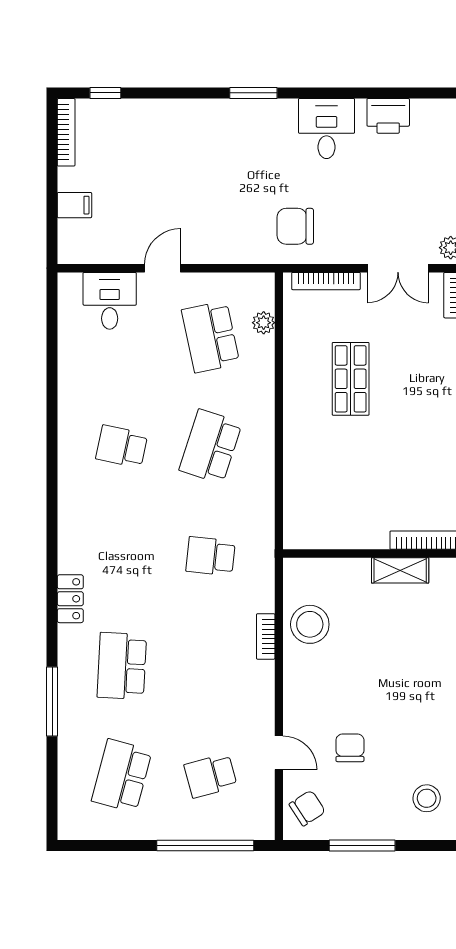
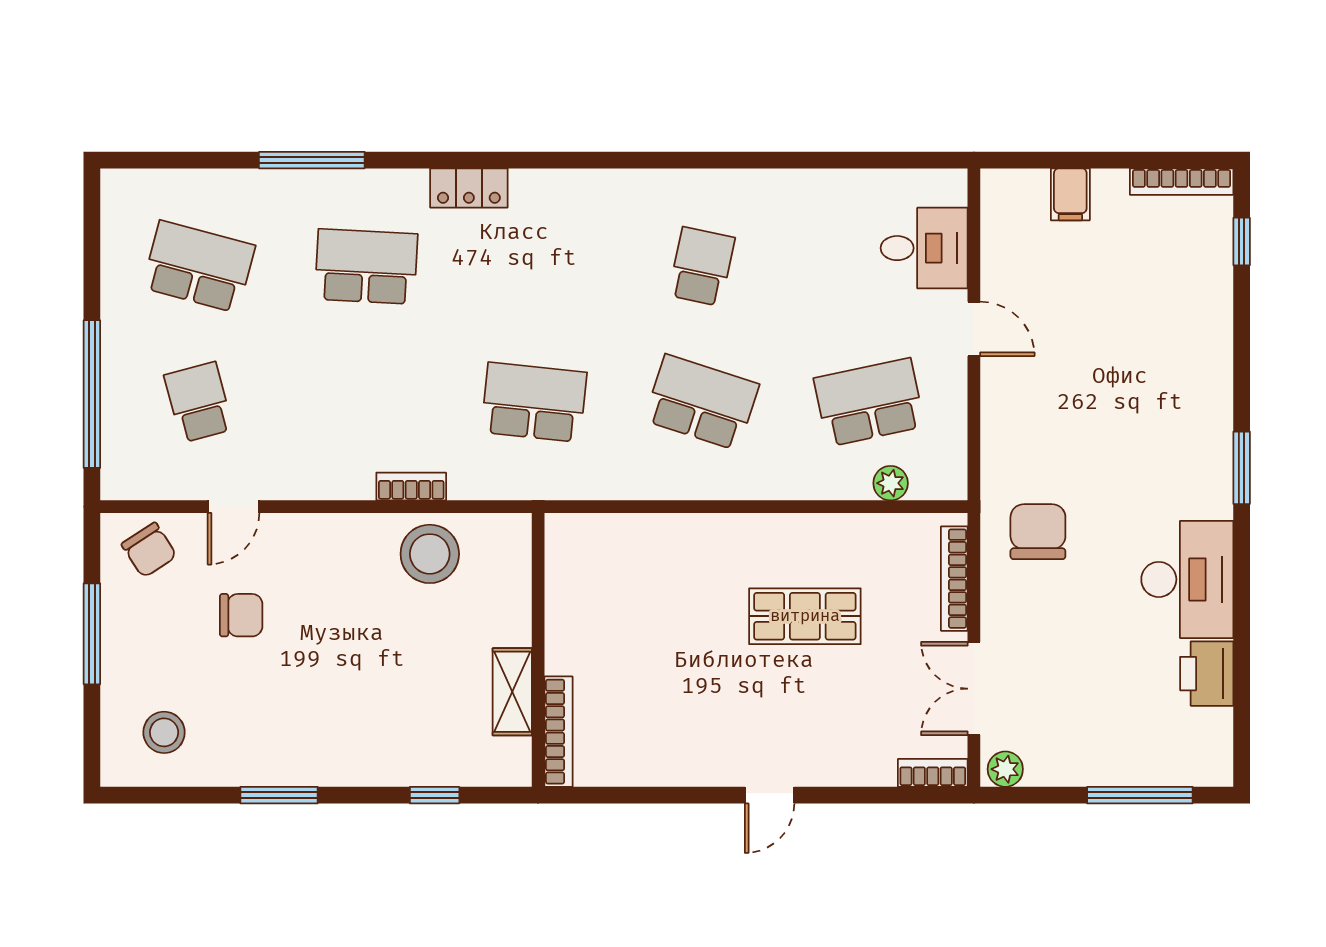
desk: (327, 129) -> (1187, 579), width x1.37
school desk: (211, 556) -> (534, 402), width x1.85

